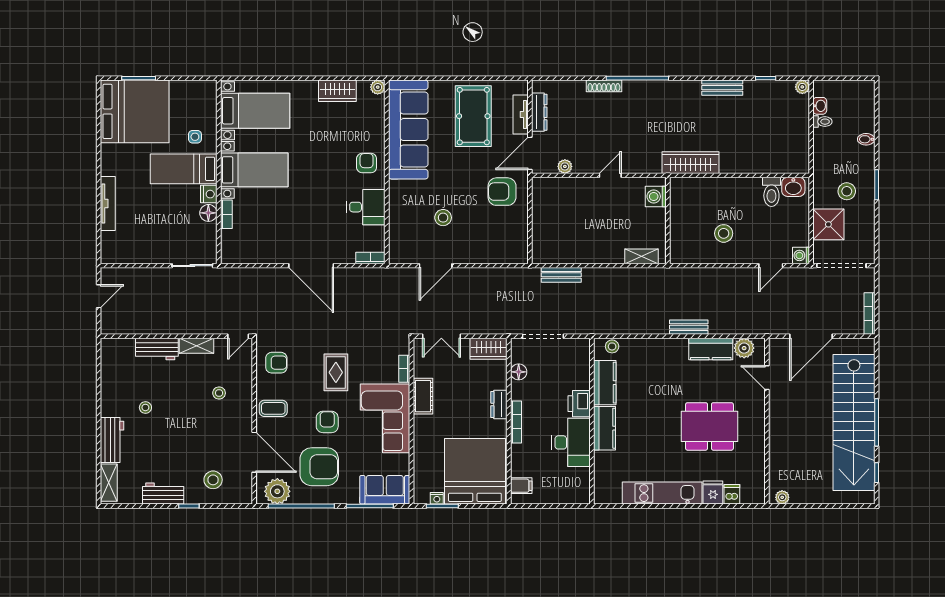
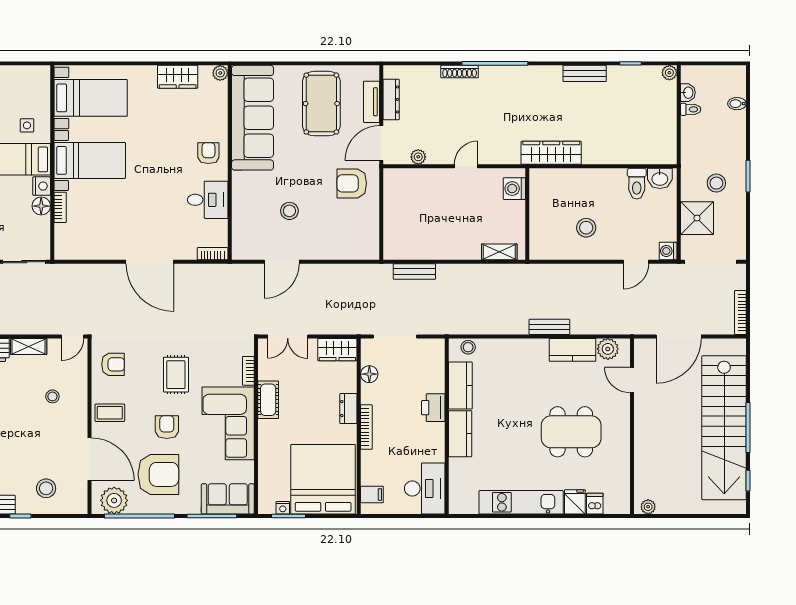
bidet: (866, 139) -> (737, 104), moved
desk: (571, 442) -> (425, 488), moved

